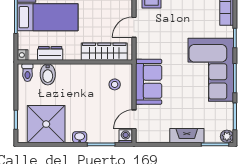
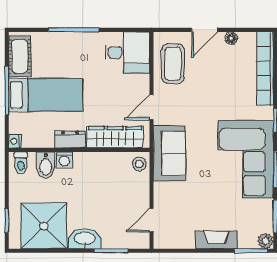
dresser: (50, 53) -> (70, 139), moved
sofa: (149, 82) -> (169, 153), moved
stool: (115, 84) -> (139, 164), moved
washing machine: (126, 136) -> (64, 160), moved, turned 180
washbasin: (80, 137) -> (85, 239), width x1.91, depth x1.45

